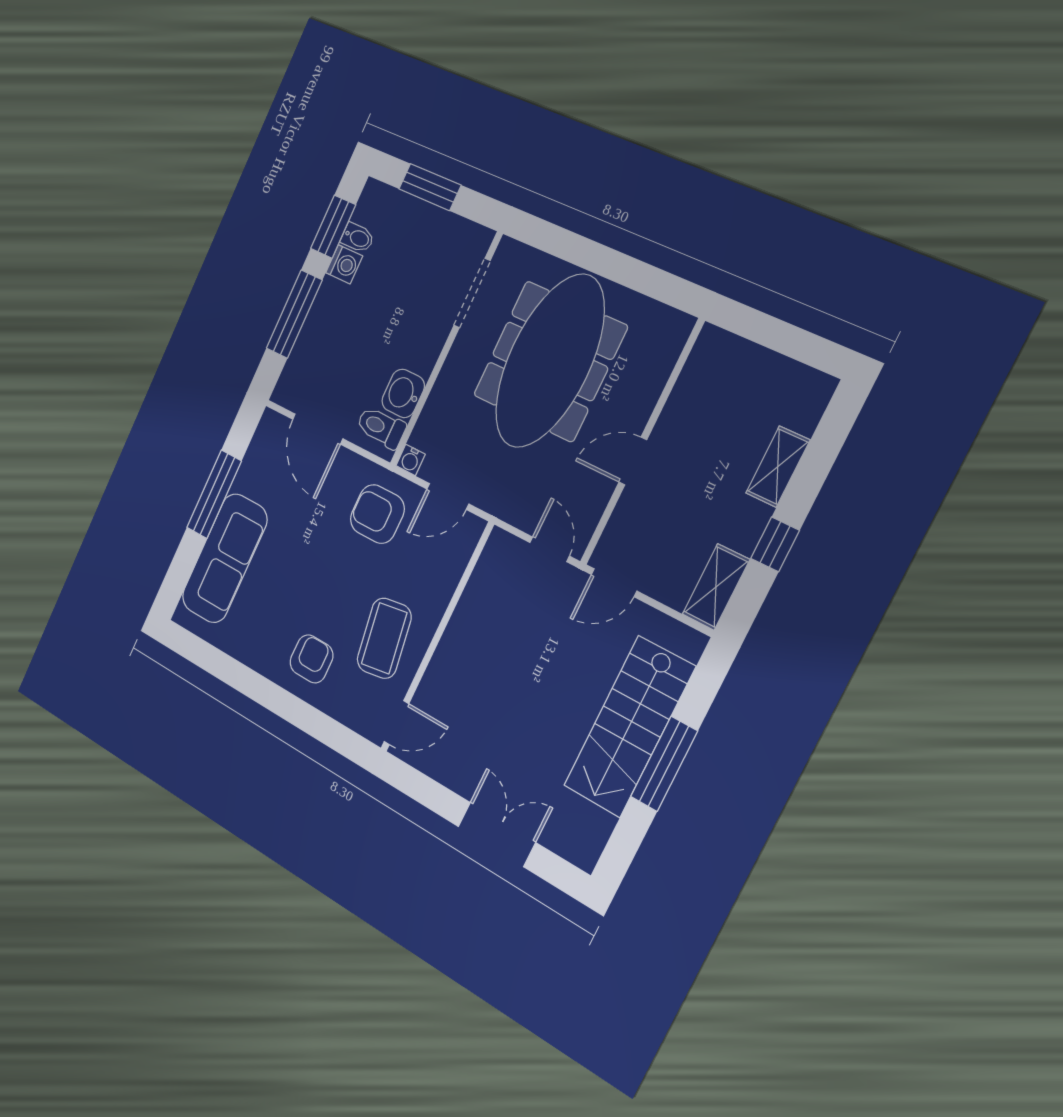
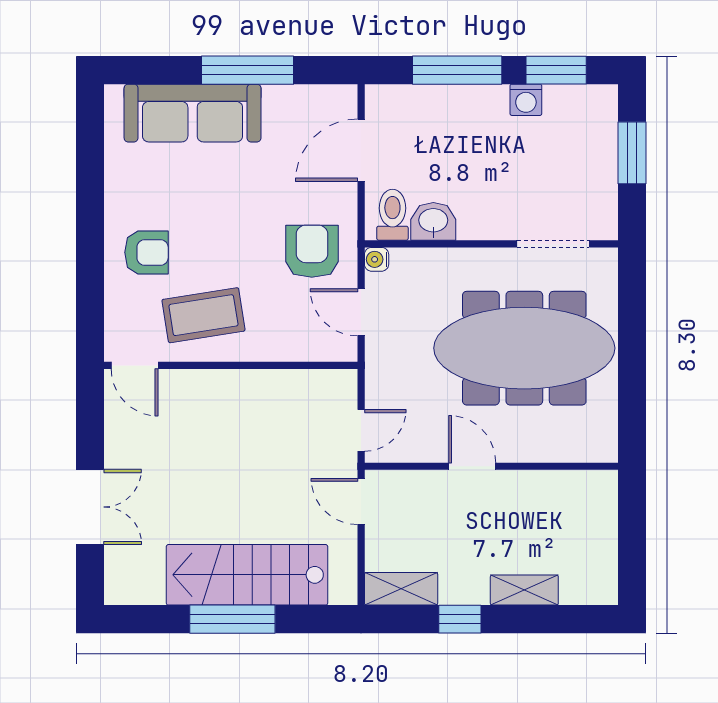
bidet: (357, 238) -> (556, 101), removed

